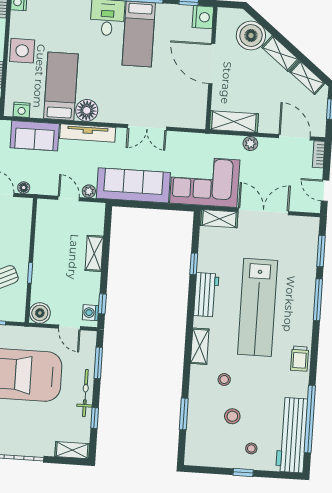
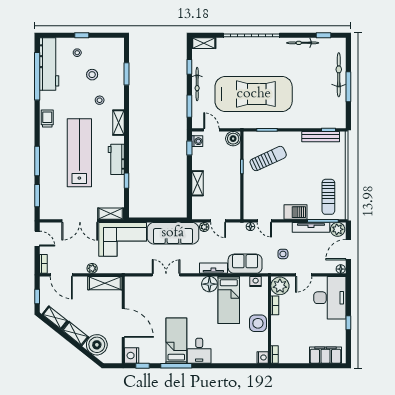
tv unit: (88, 133) -> (213, 268), width x0.71

